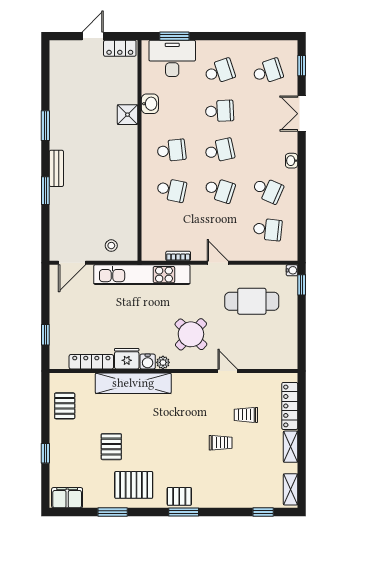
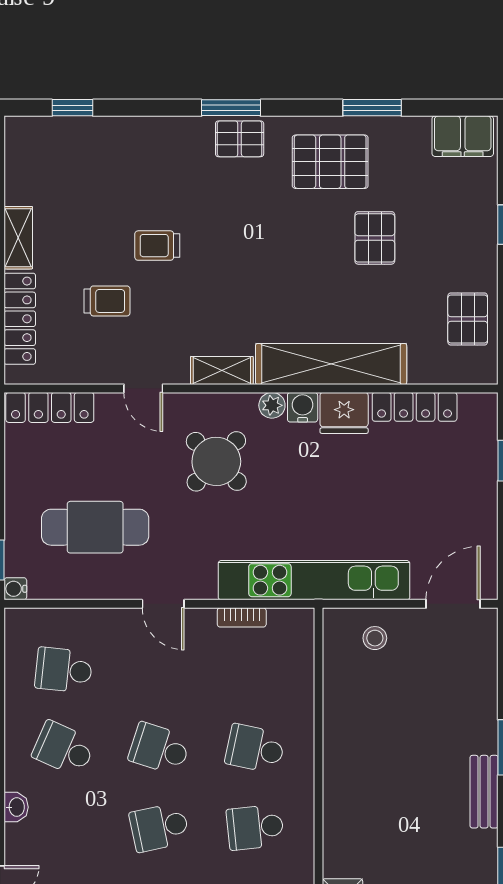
locker: (275, 361) -> (50, 407), added
shelving: (290, 489) -> (222, 370), moved, turned 90

